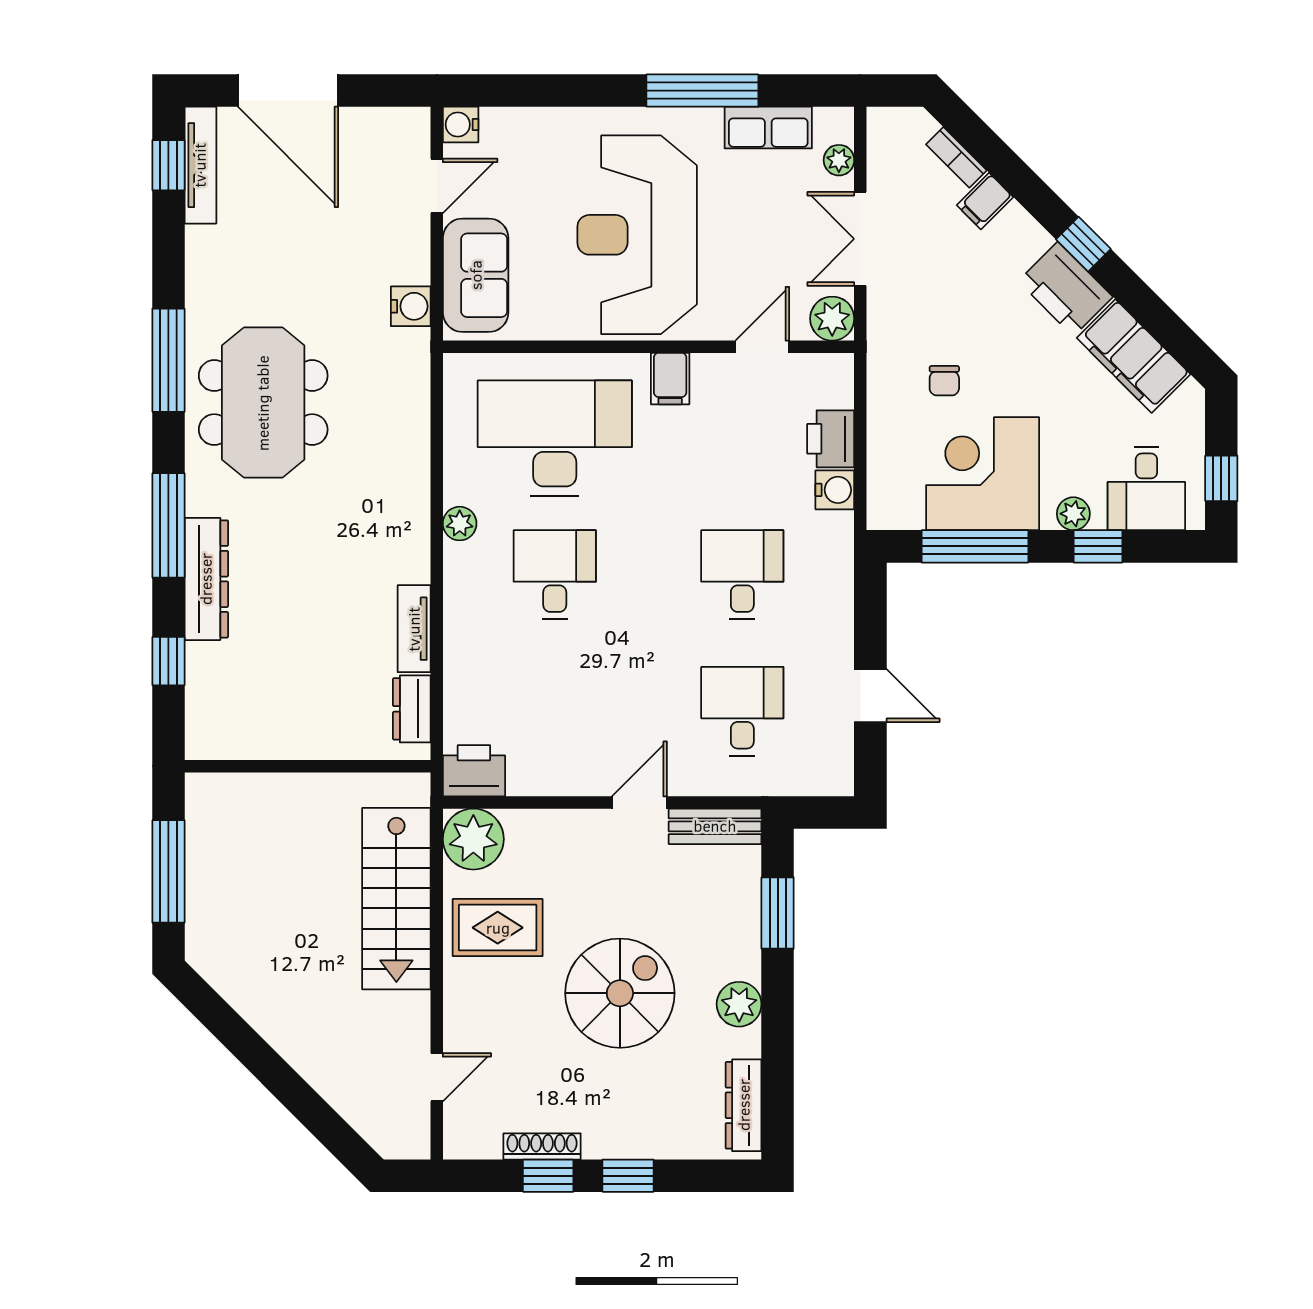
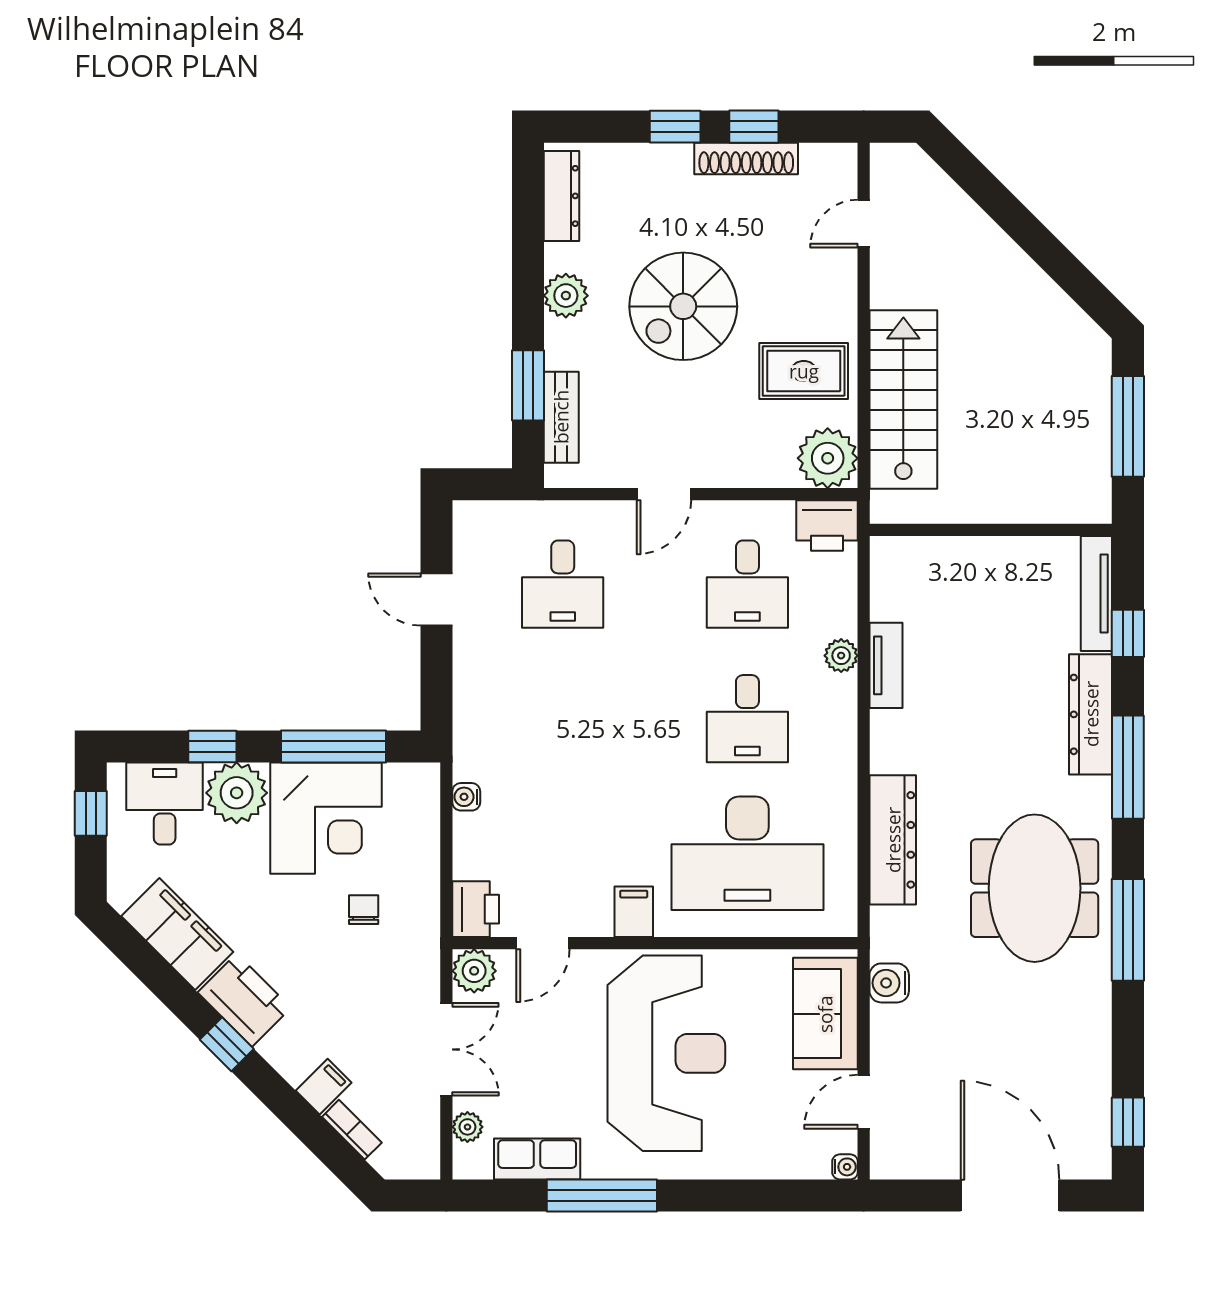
water cooler: (461, 125) -> (845, 1167), width x0.72, depth x0.72
tv unit: (200, 165) -> (1096, 593), moved
printer: (831, 439) -> (476, 909), moved
water cooler: (835, 490) -> (466, 797), width x0.72, depth x0.72
plant: (1073, 514) -> (237, 793), width x1.88, depth x1.88
plant: (460, 524) -> (841, 656), moved
desk: (742, 575) -> (747, 584), moved
dresser: (412, 709) -> (893, 840), moved, width x1.96, depth x1.24
bench: (715, 826) -> (561, 417), moved, turned 90
shoe rack: (542, 1146) -> (746, 158), width x1.36, depth x1.24

